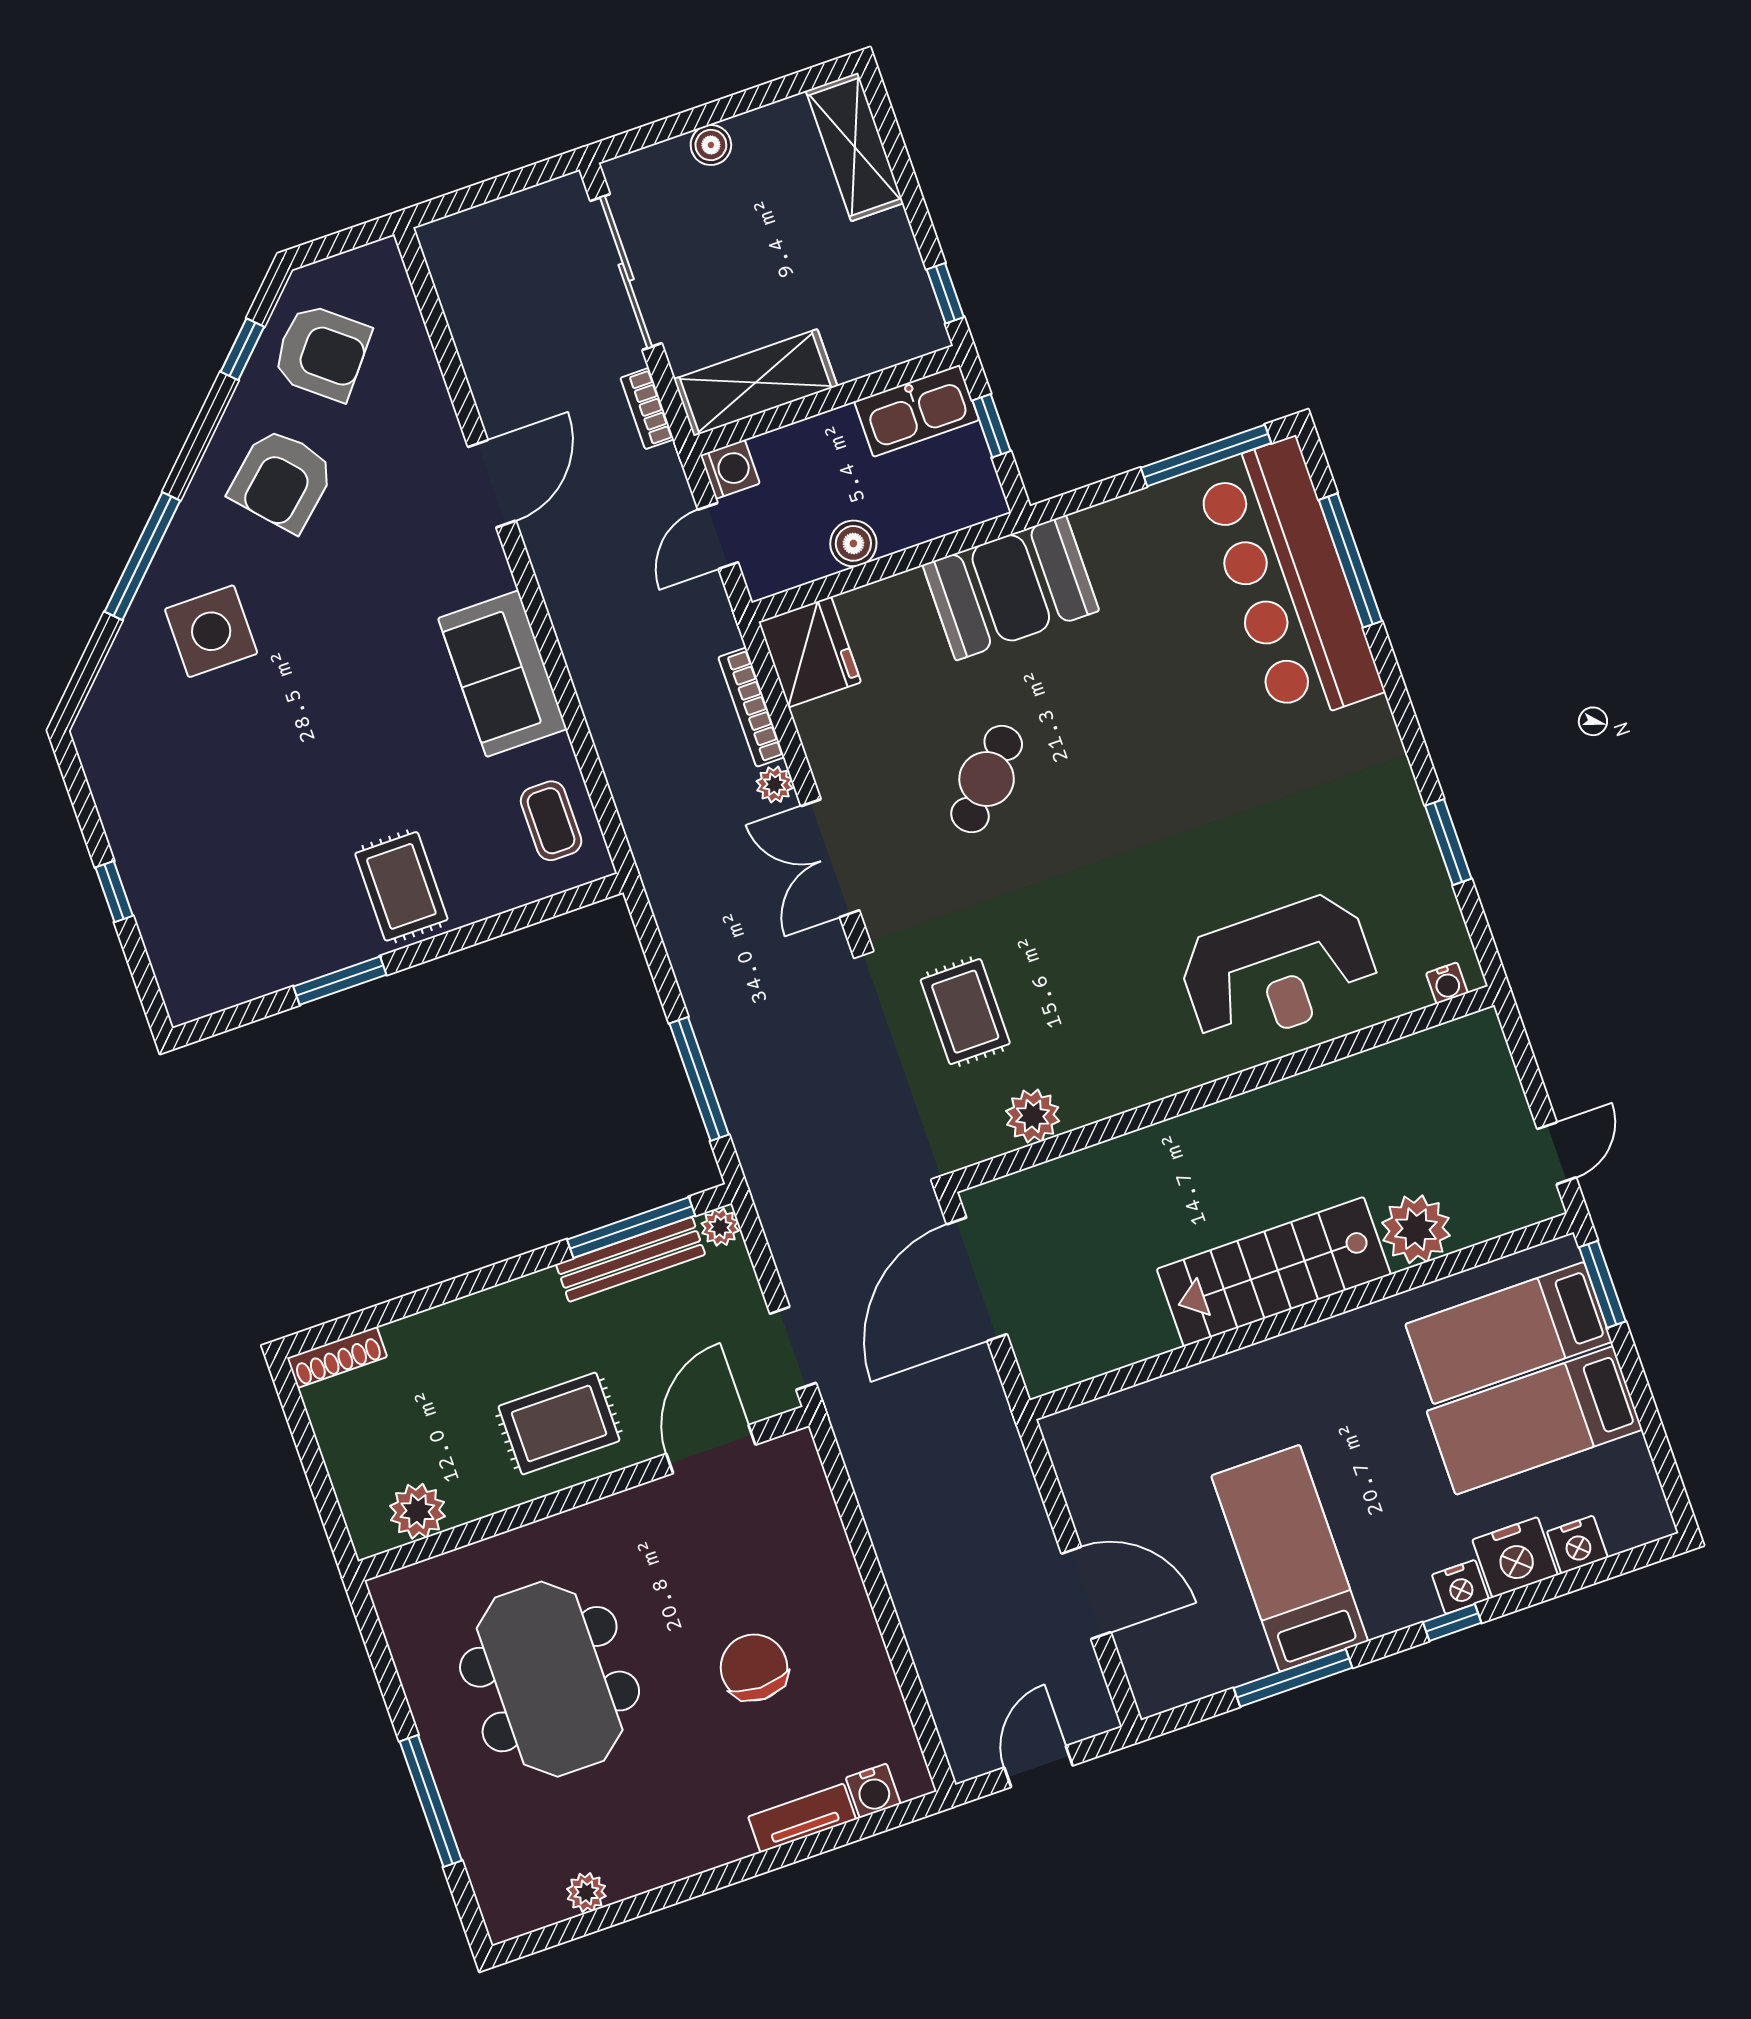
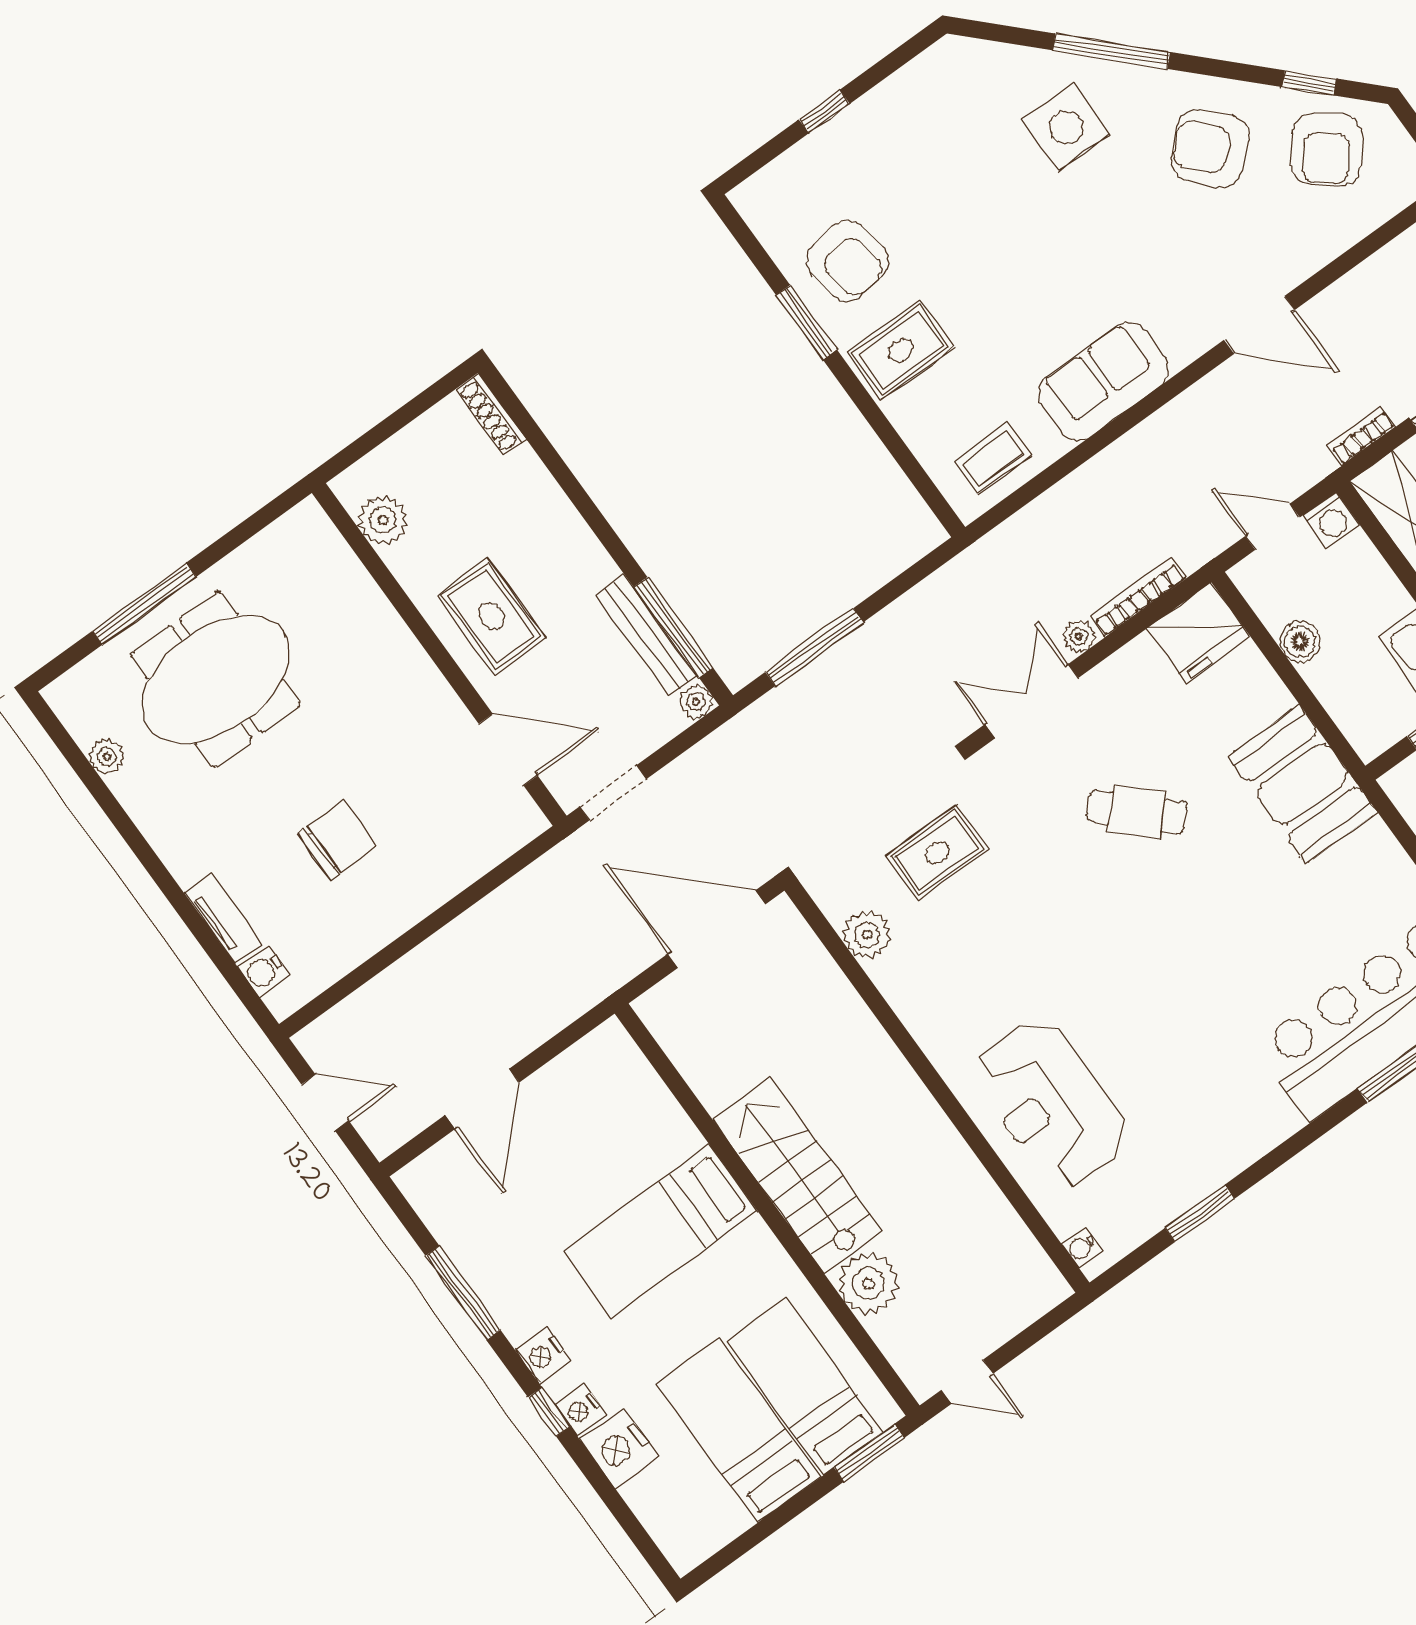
armchair: (285, 915) -> (847, 261), added
nightstand: (1577, 1545) -> (543, 1355), moved
bed: (1290, 1558) -> (660, 1231), moved, turned 180
meeting table: (550, 1679) -> (216, 679), moved

